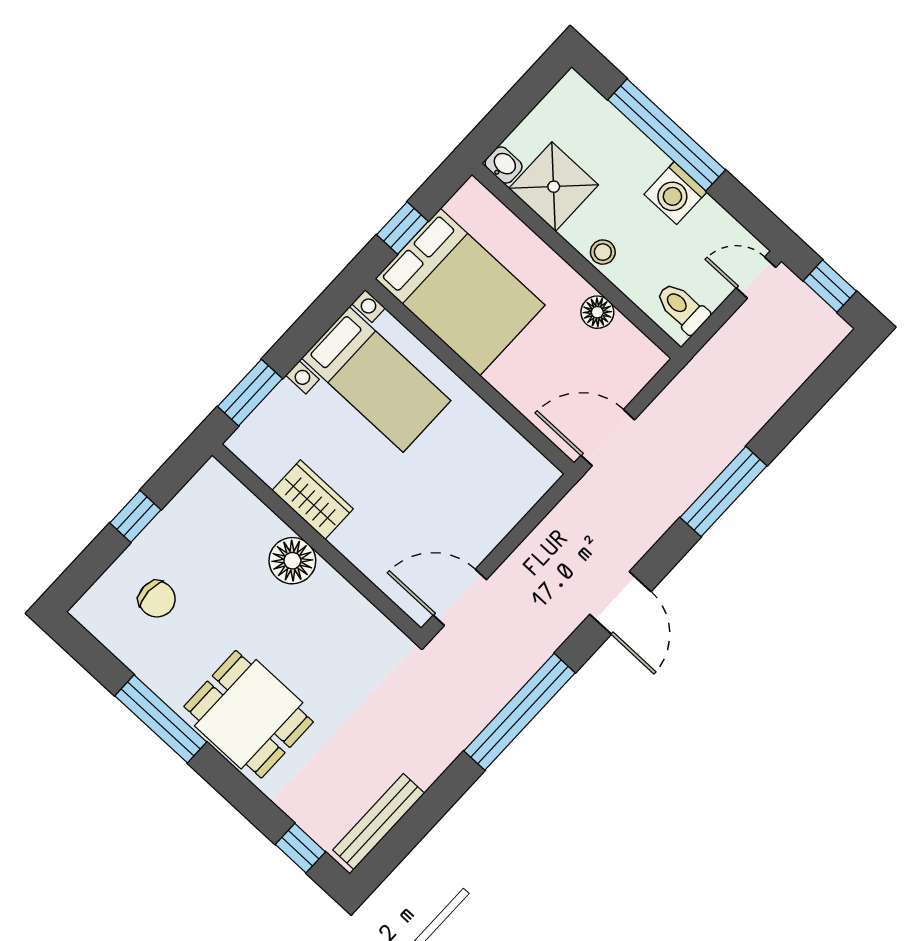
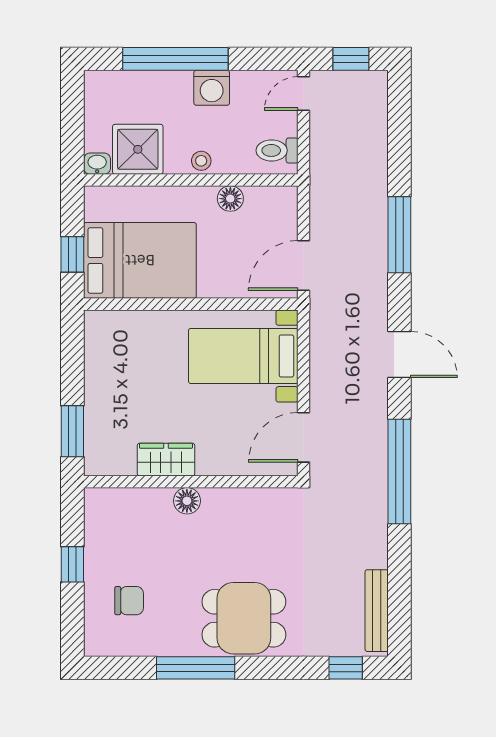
bed with nightstands: (376, 379) -> (243, 356), moved, turned 180
floor lamp: (292, 561) -> (187, 501), width x0.73, depth x0.73

